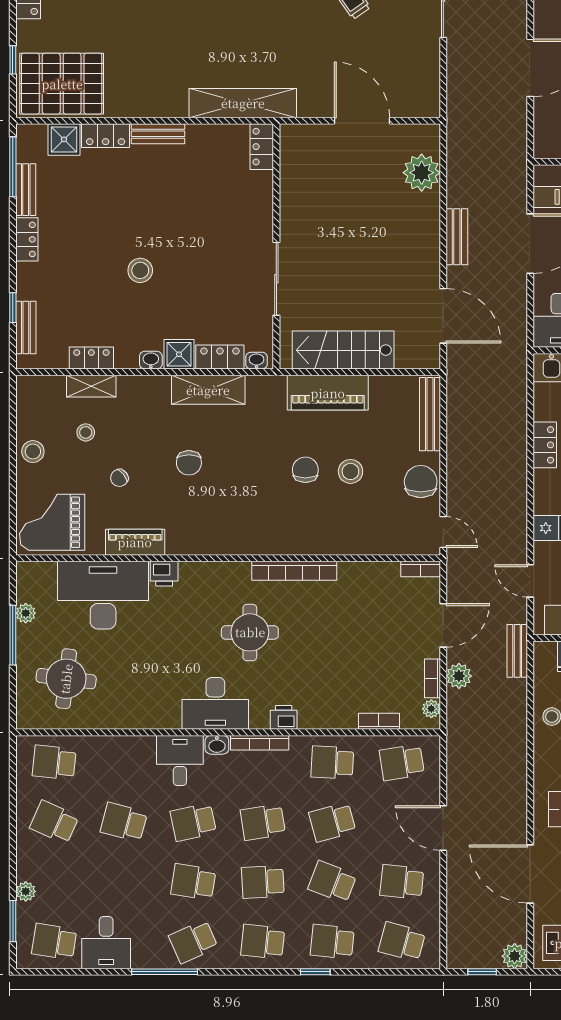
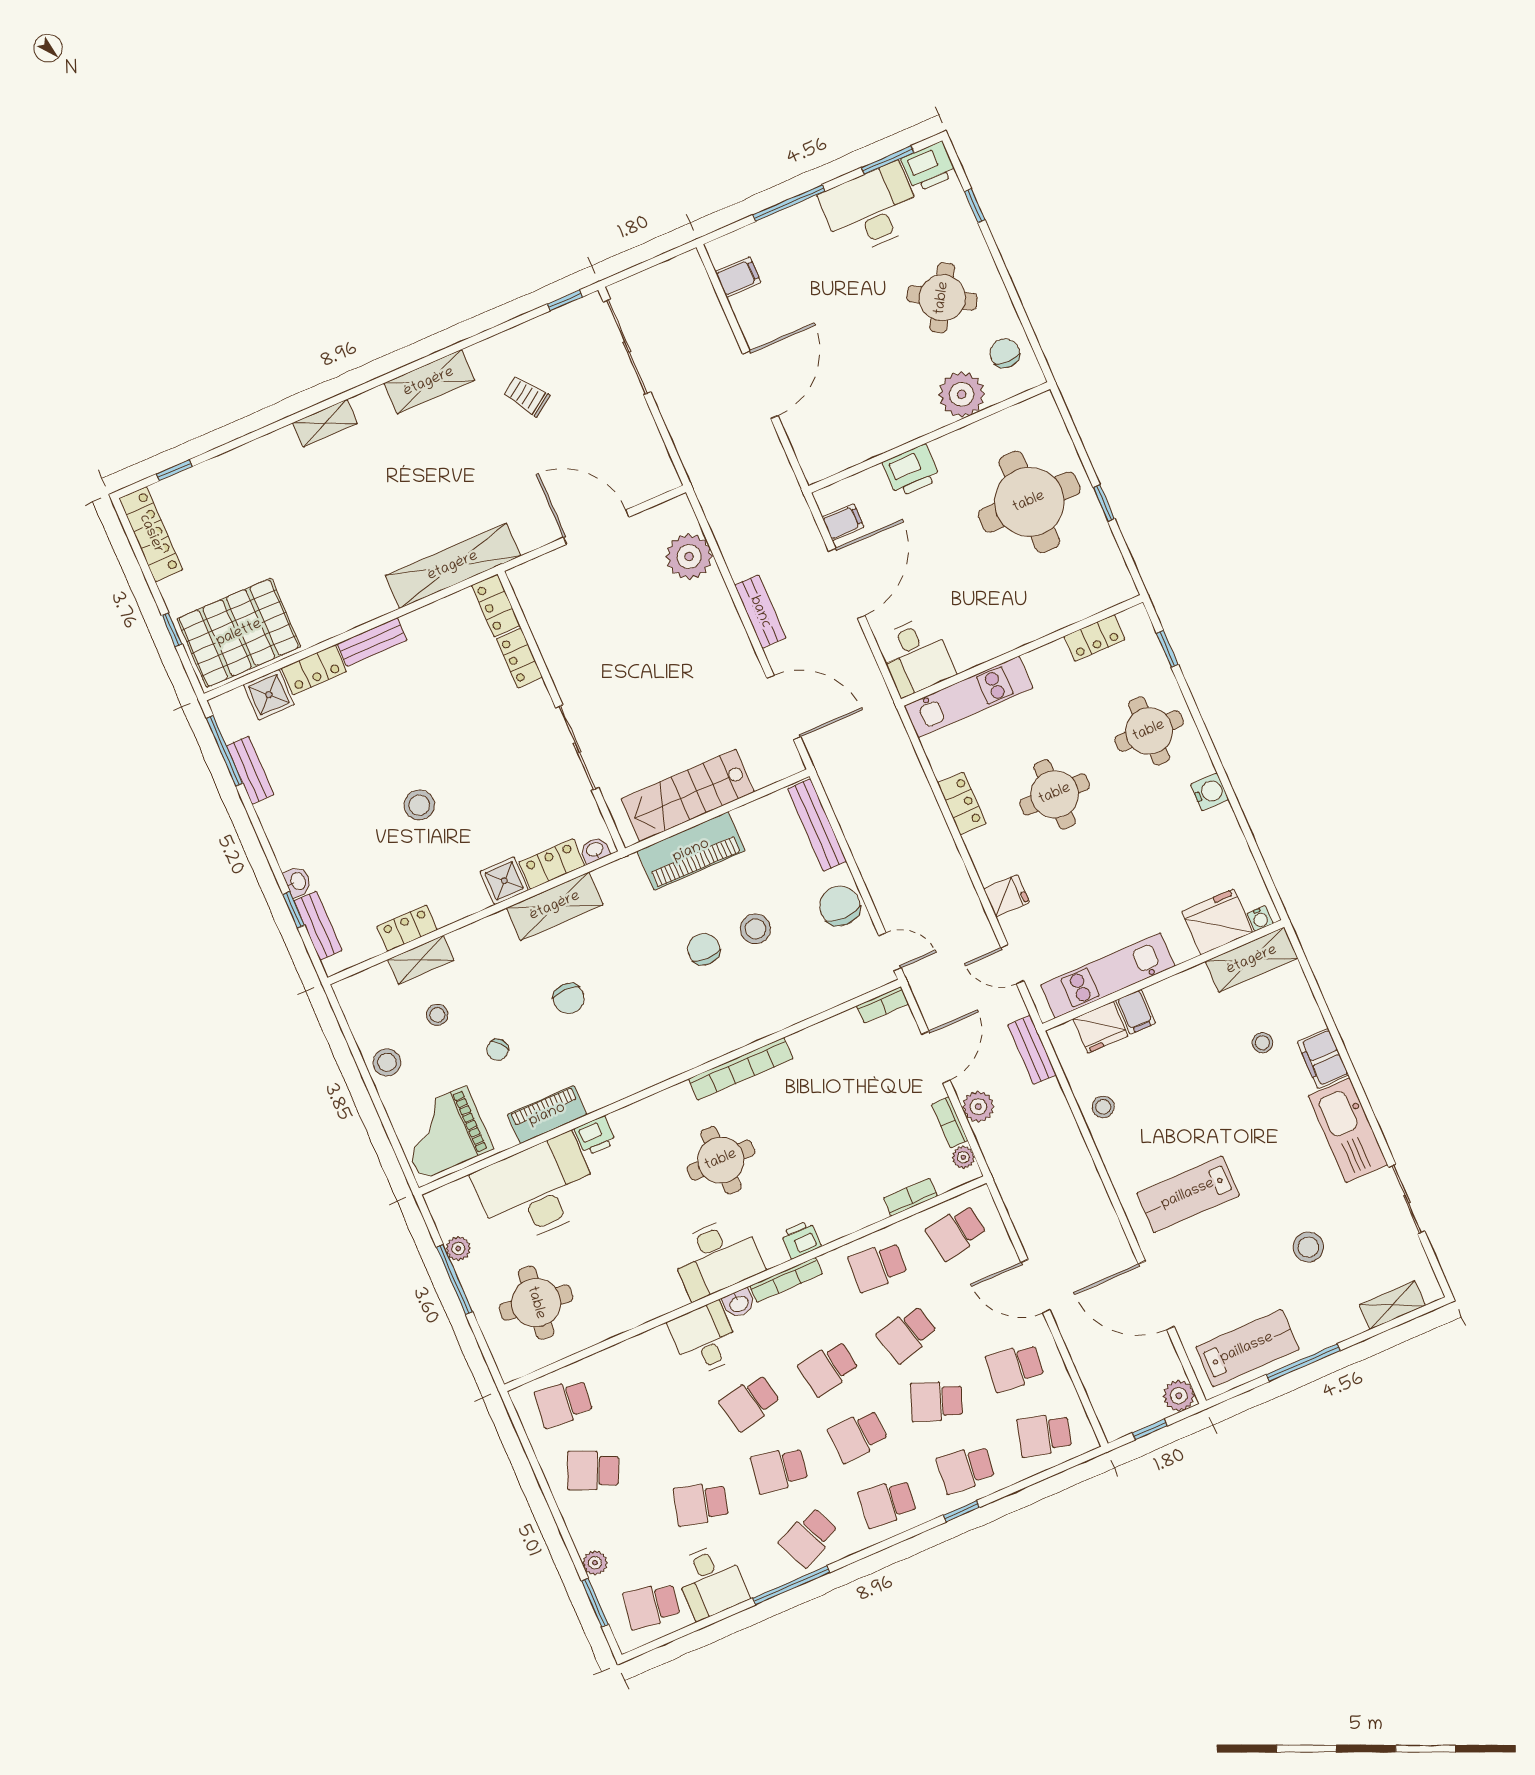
locker: (27, 239) -> (519, 658), moved, turned 180
washbasin: (151, 360) -> (298, 882), moved, turned 90
school desk: (124, 822) -> (701, 1504), moved

